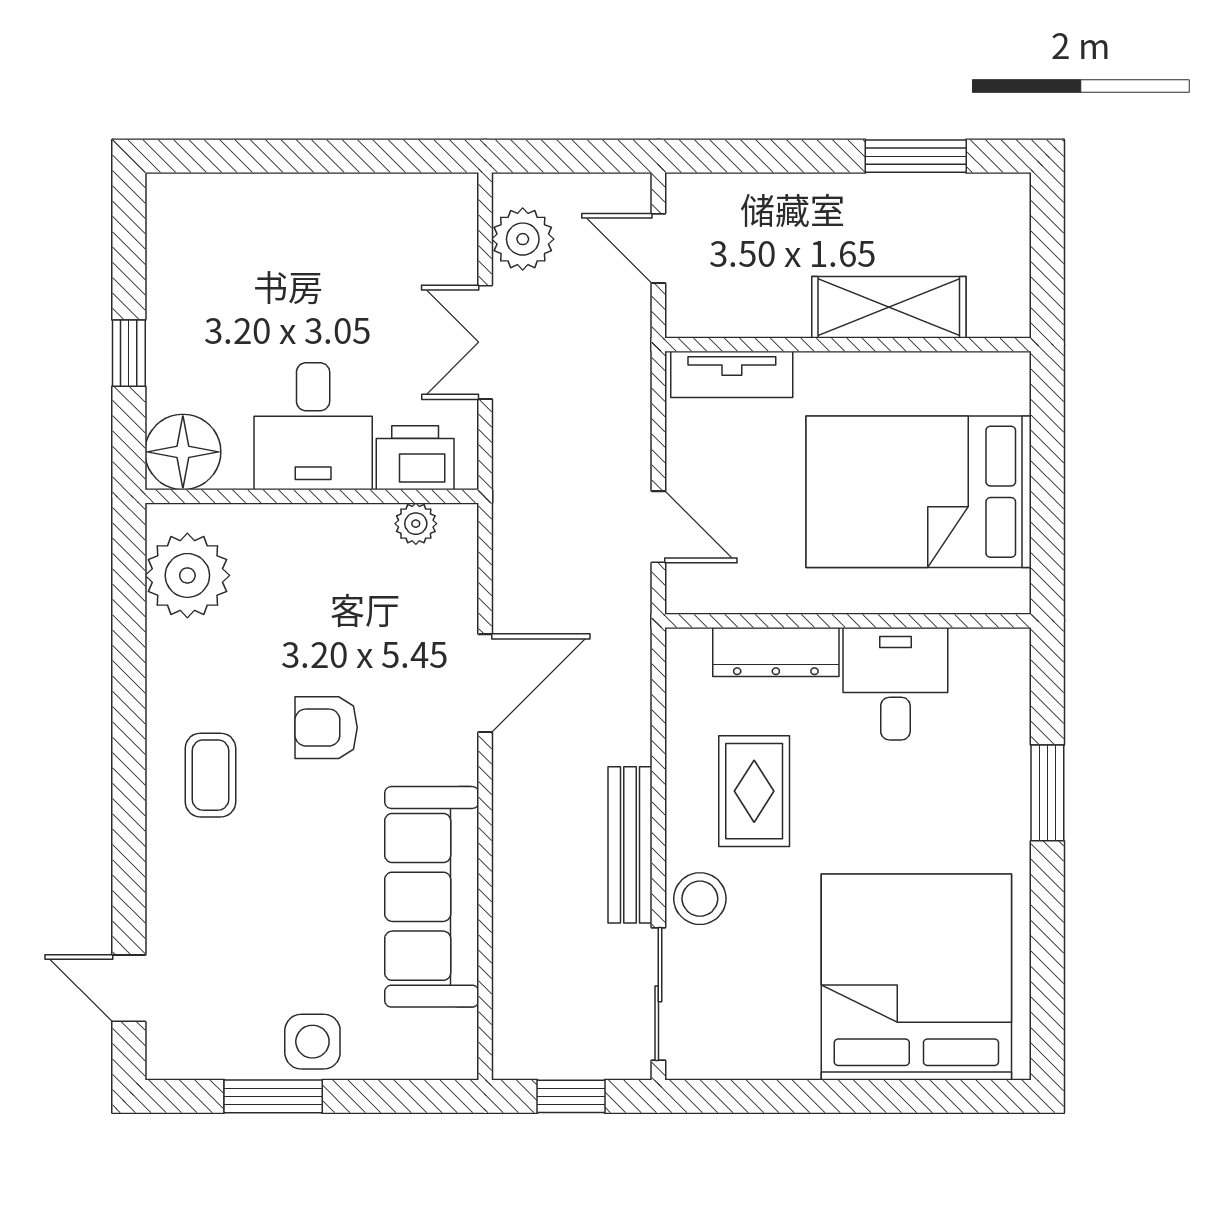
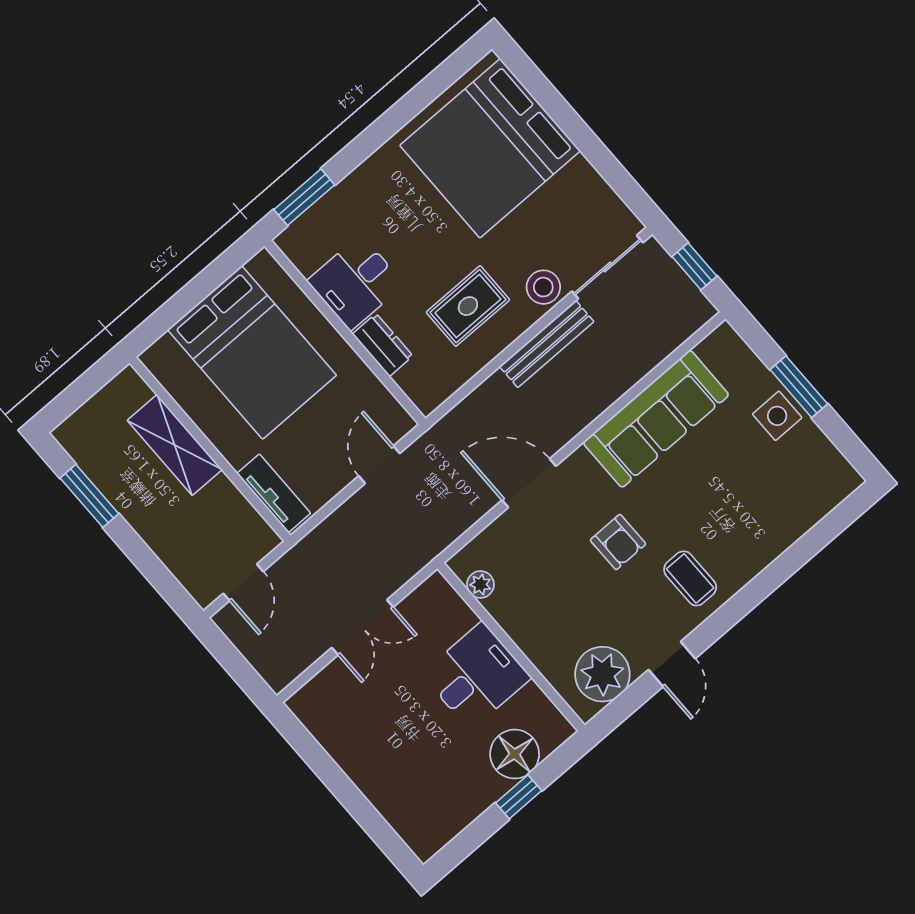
plant: (523, 239) -> (296, 653), removed
floor lamp: (183, 452) -> (515, 754), moved
printer: (415, 458) -> (448, 613), removed
dresser: (776, 652) -> (383, 345), width x0.70
coffee table: (211, 775) -> (690, 578), turned 90
window: (1047, 793) -> (304, 197), moved
door: (129, 988) -> (672, 664), moved
window: (273, 1096) -> (799, 387), moved

